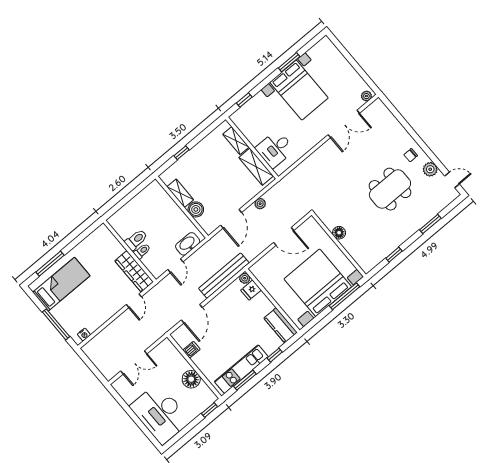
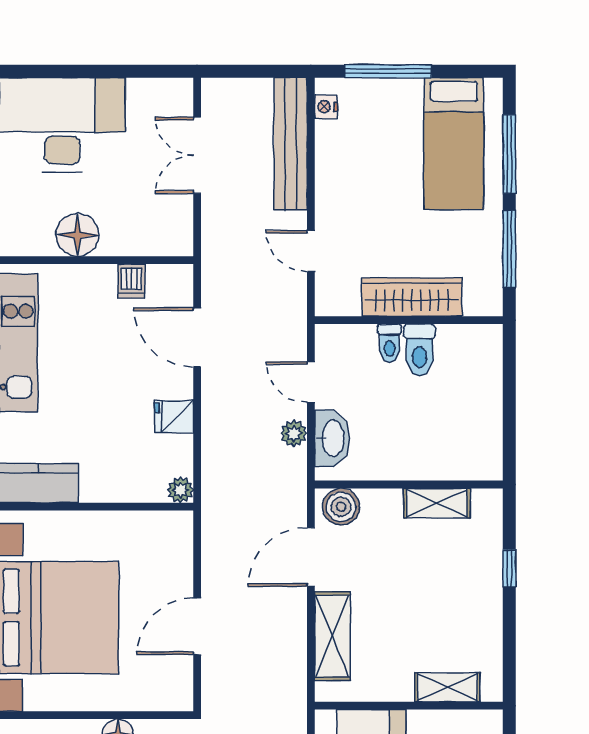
shelving: (256, 167) -> (332, 636), moved, turned 90
plant: (260, 204) -> (294, 433), moved
boiler: (196, 209) -> (341, 507), moved
door: (231, 219) -> (311, 557), hinge flipped
window: (80, 238) -> (509, 249), added
wardrobe: (134, 271) -> (412, 297), moved
bench: (224, 276) -> (291, 144), moved
fridge: (251, 290) -> (174, 416), moved, turned -90

